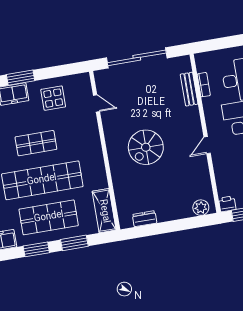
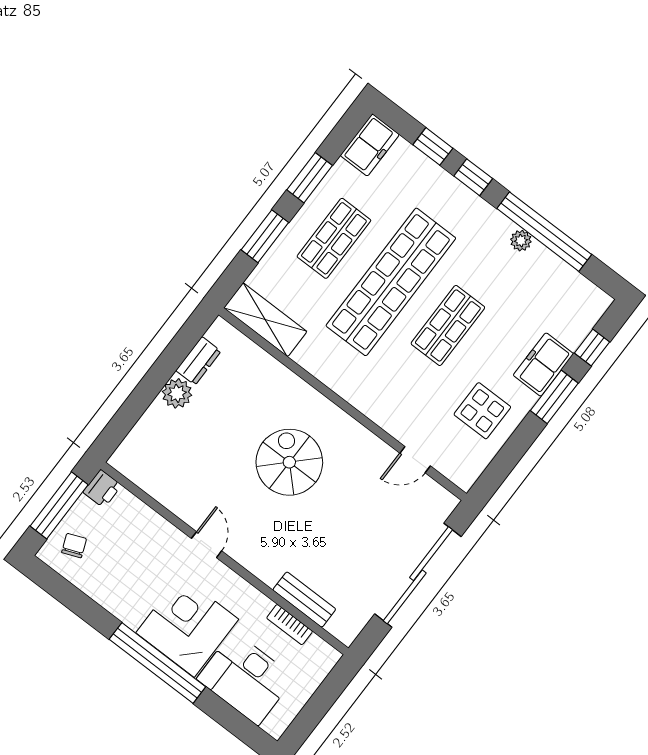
plant: (201, 208) -> (177, 393), moved
shop shelf: (49, 217) -> (334, 238), width x0.70, depth x0.74

